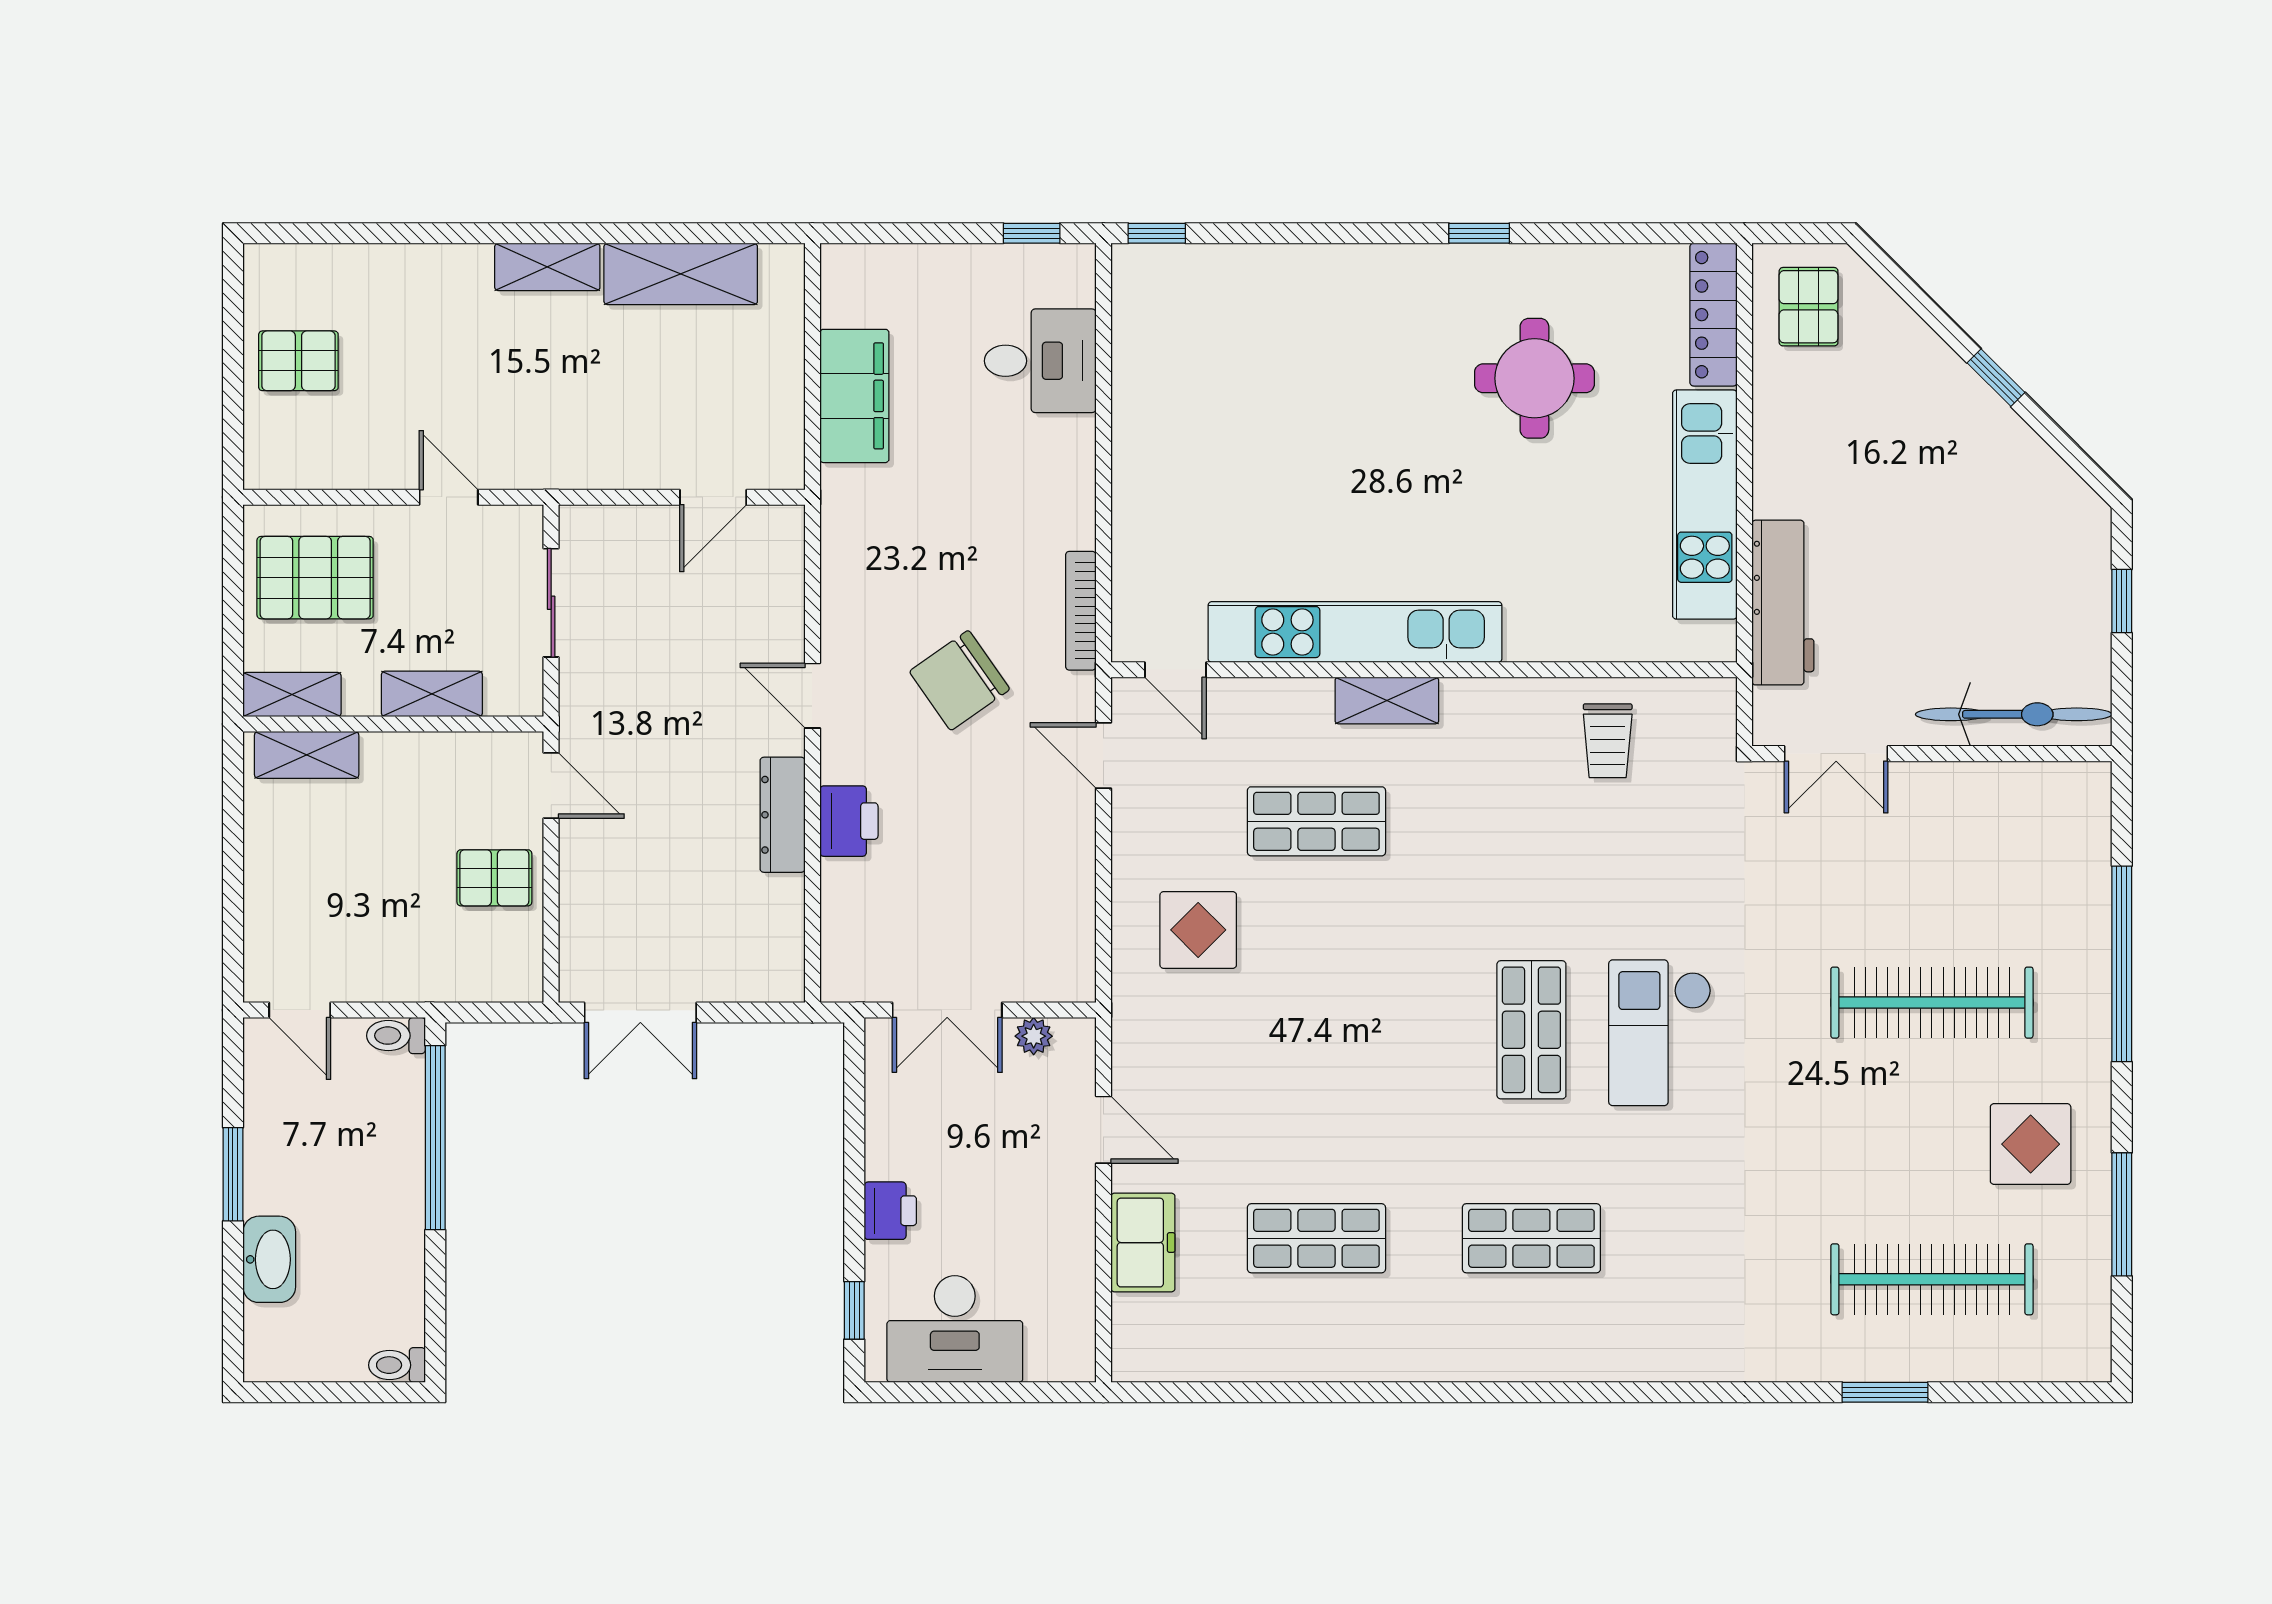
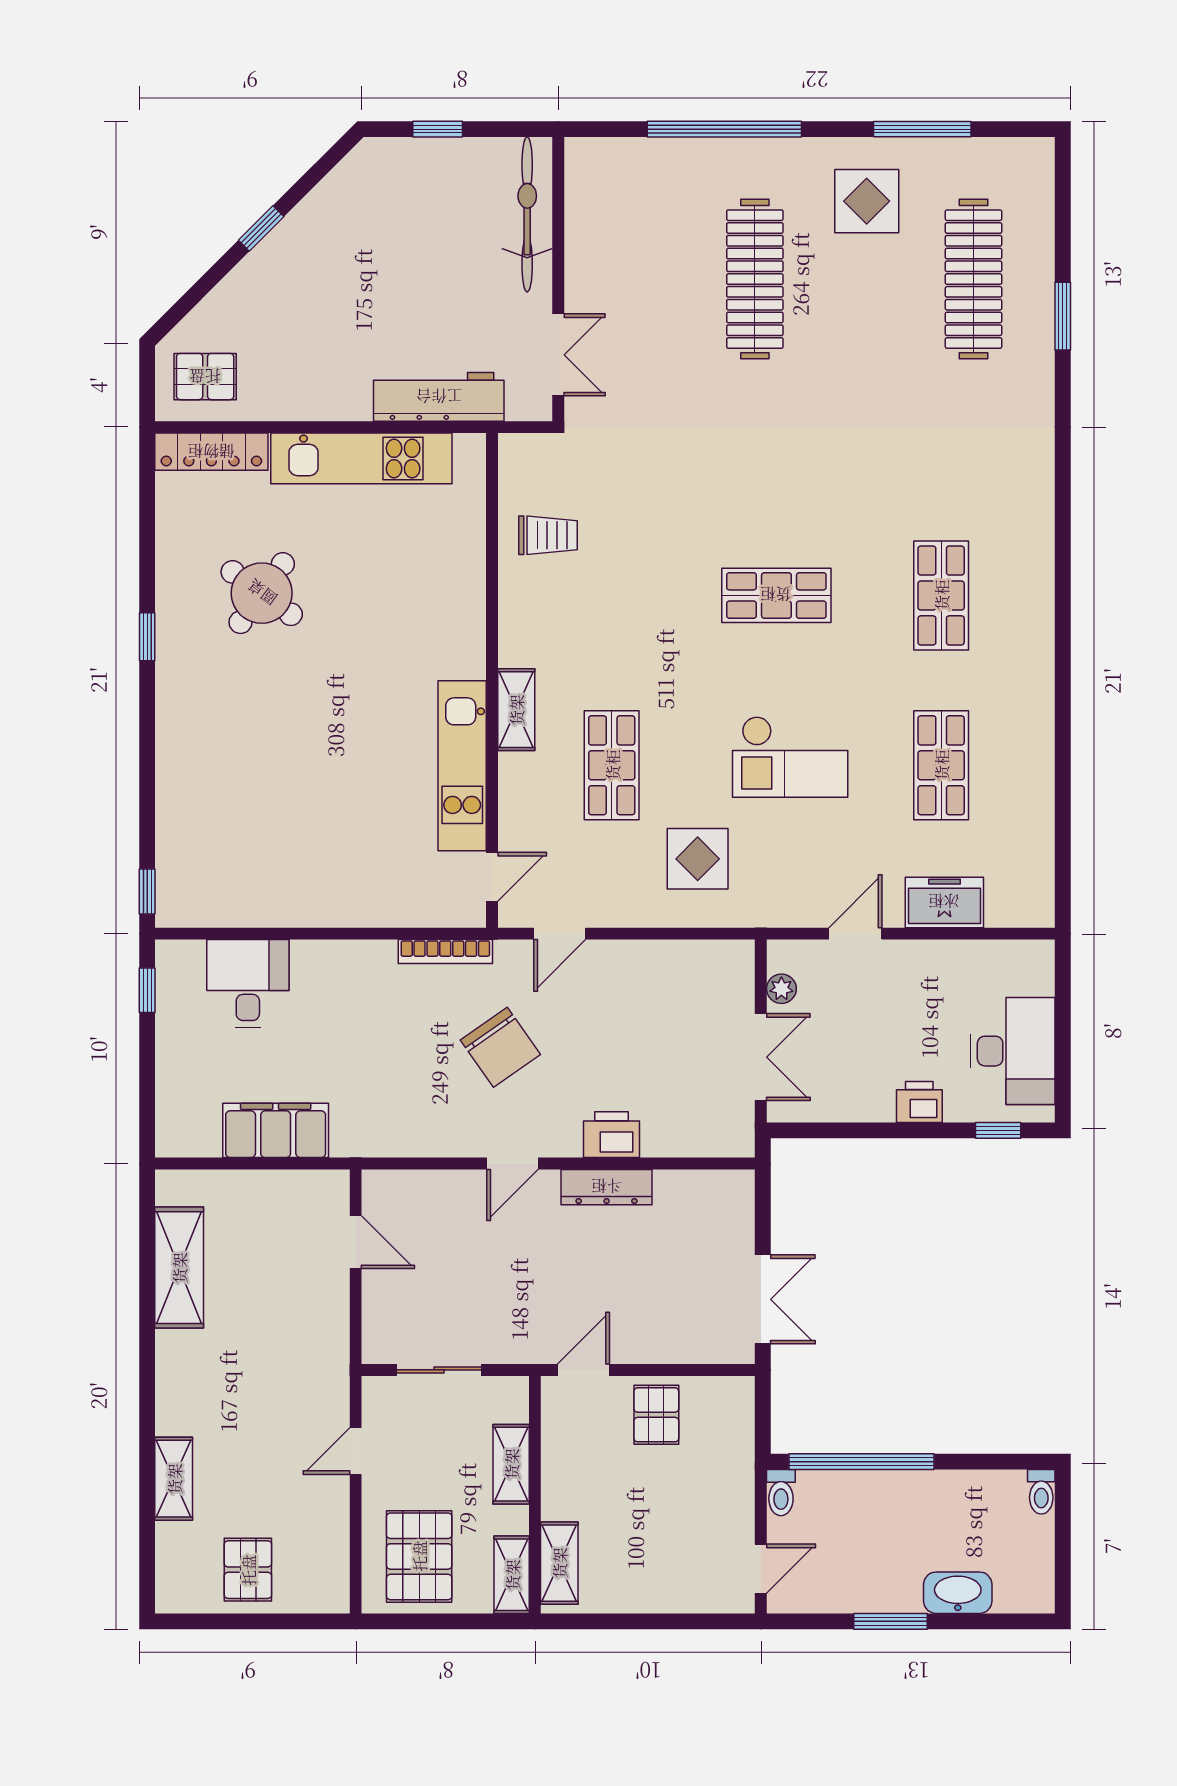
shelving: (547, 267) -> (174, 1479), moved
round table: (1534, 378) -> (262, 593), turned 36
kitchen unit: (1355, 632) -> (462, 766), width x0.73
checkout: (1660, 1033) -> (790, 757), moved

